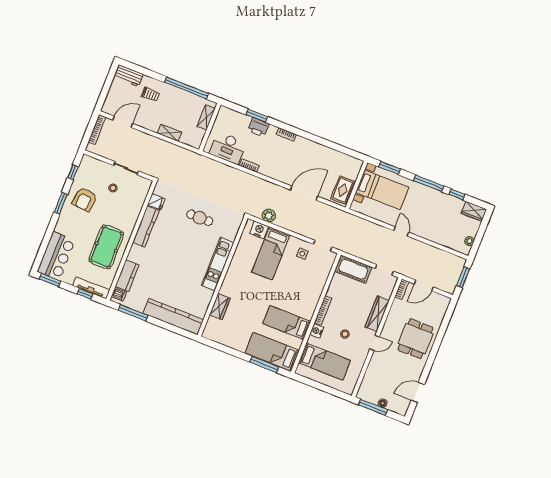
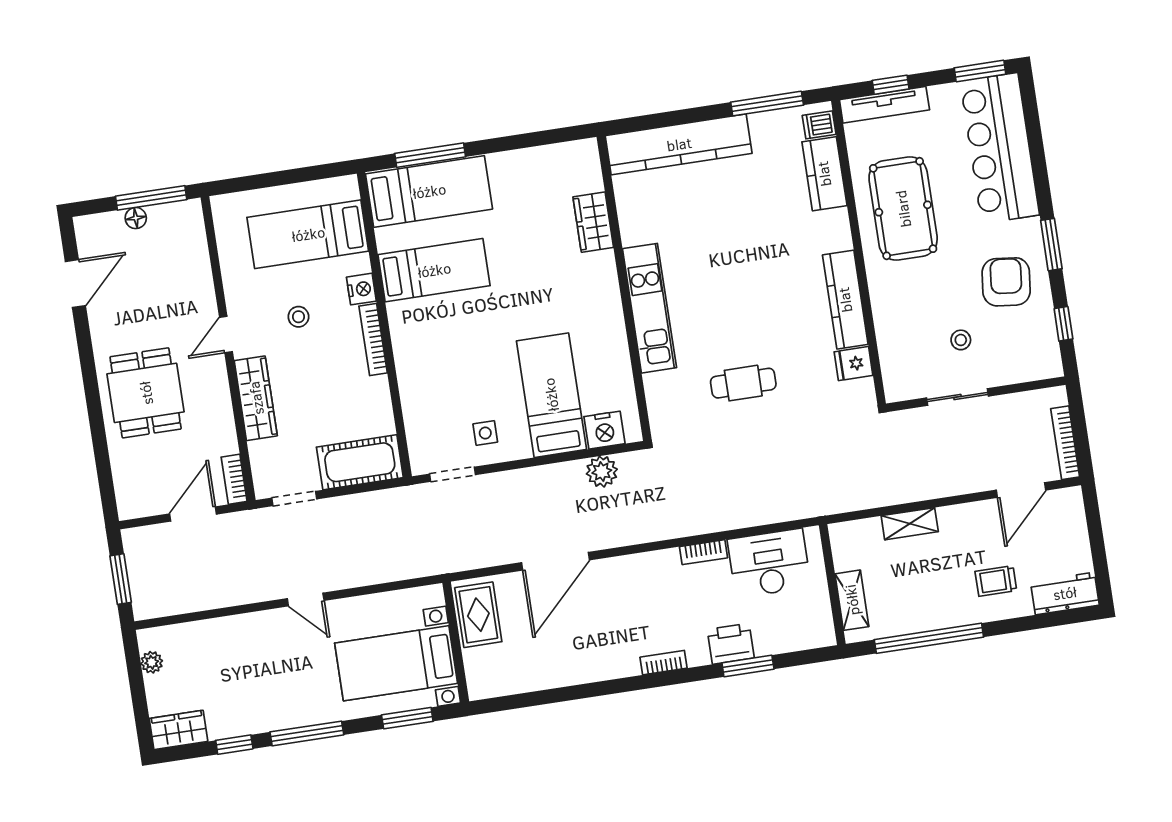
bar counter: (56, 256) -> (1000, 148), width x1.36

